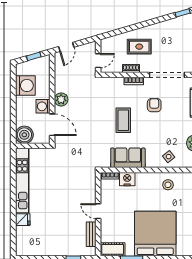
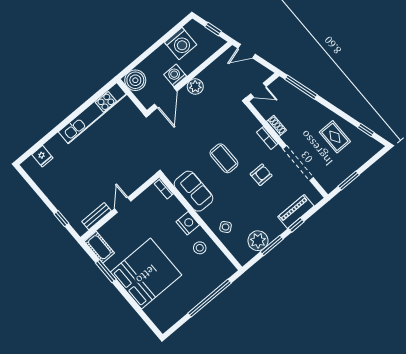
window: (119, 31) -> (301, 87), added
rug: (139, 47) -> (335, 137), moved
coffee table: (123, 120) -> (224, 158), turned 90
nightstand: (127, 179) -> (188, 223), moved
fridge: (23, 220) -> (42, 156), moved

